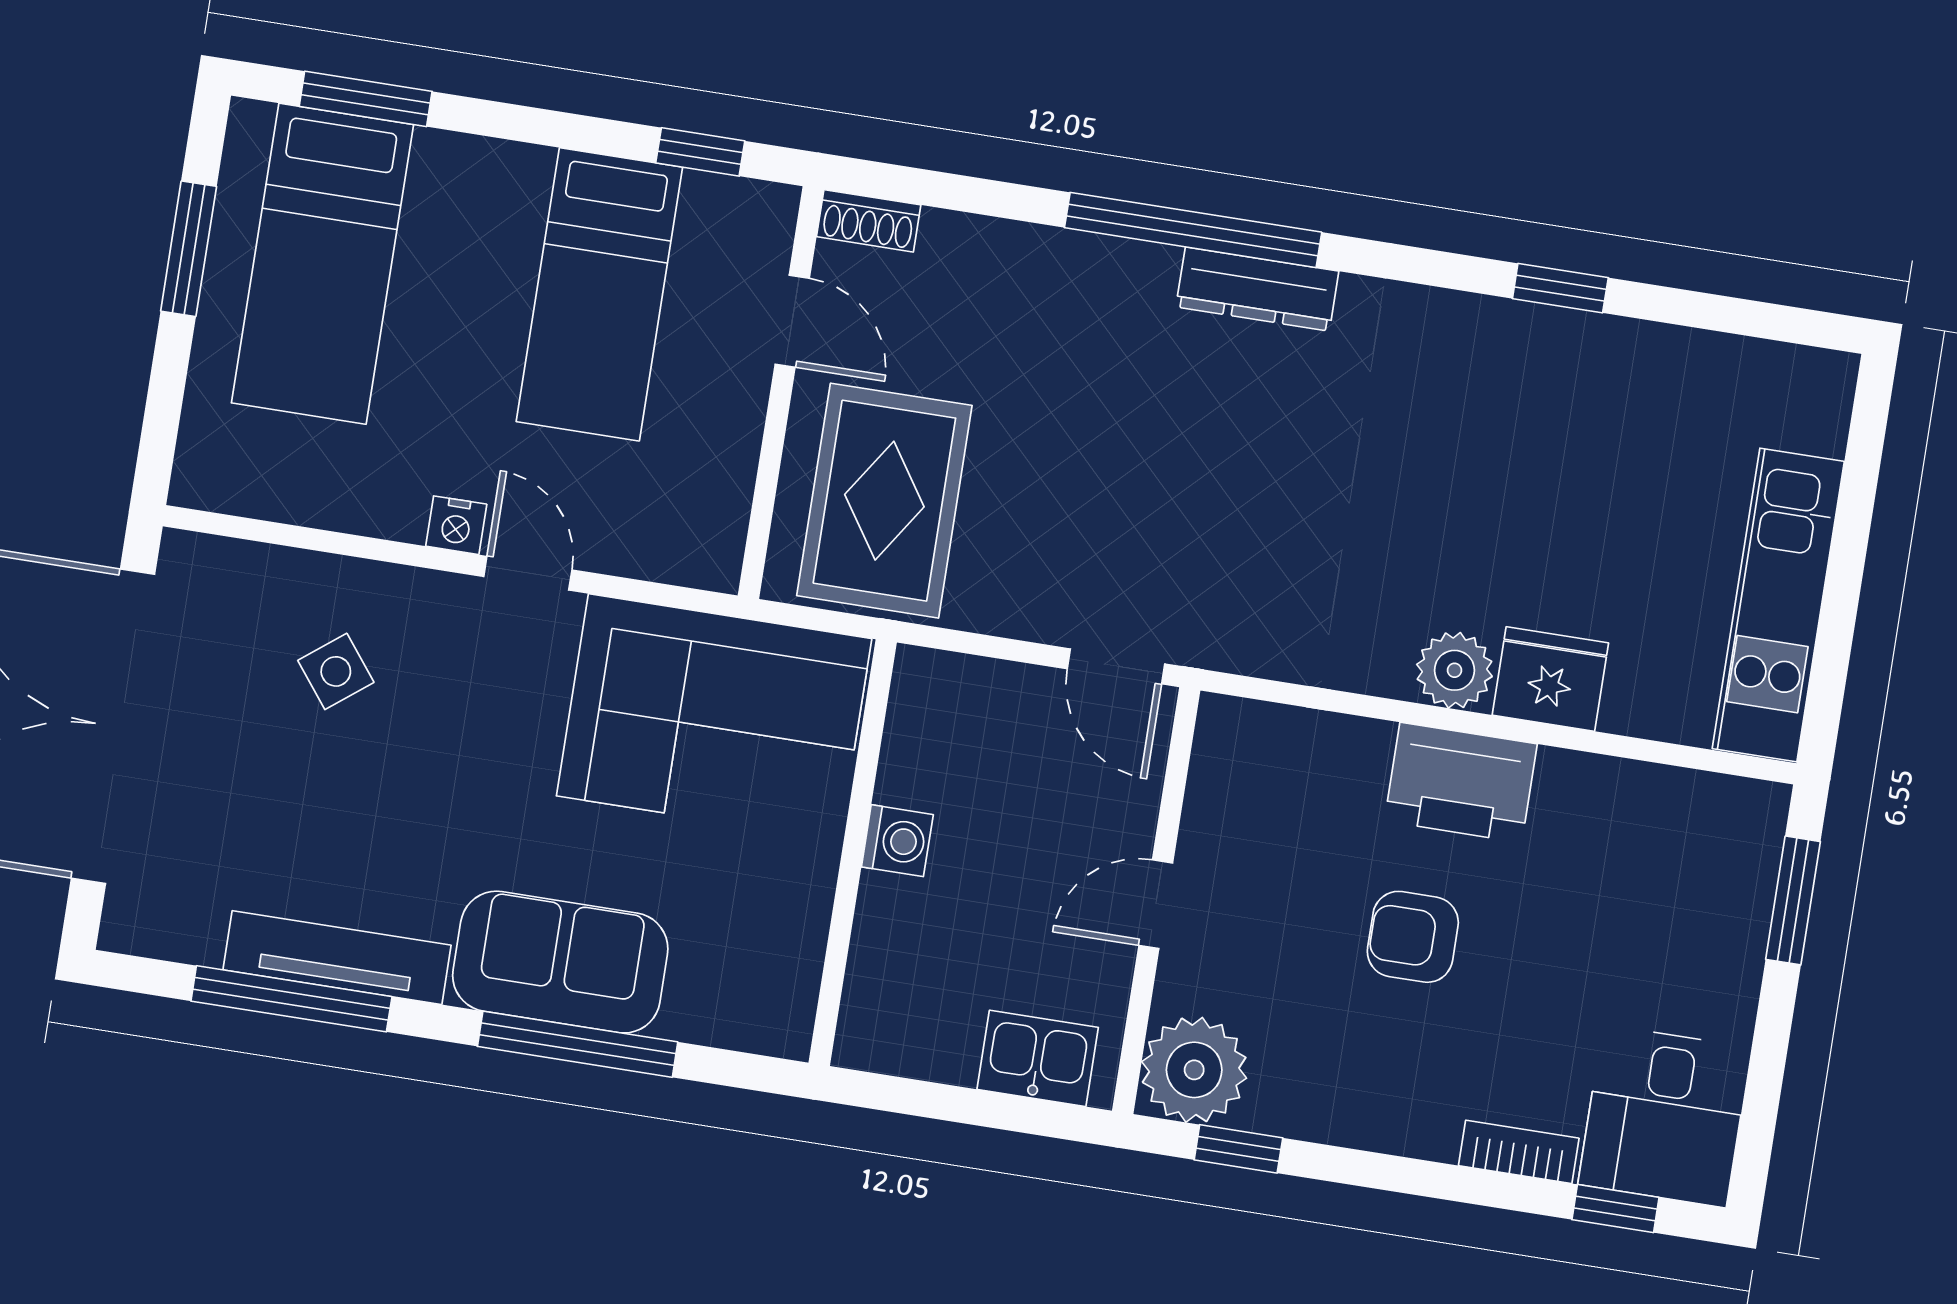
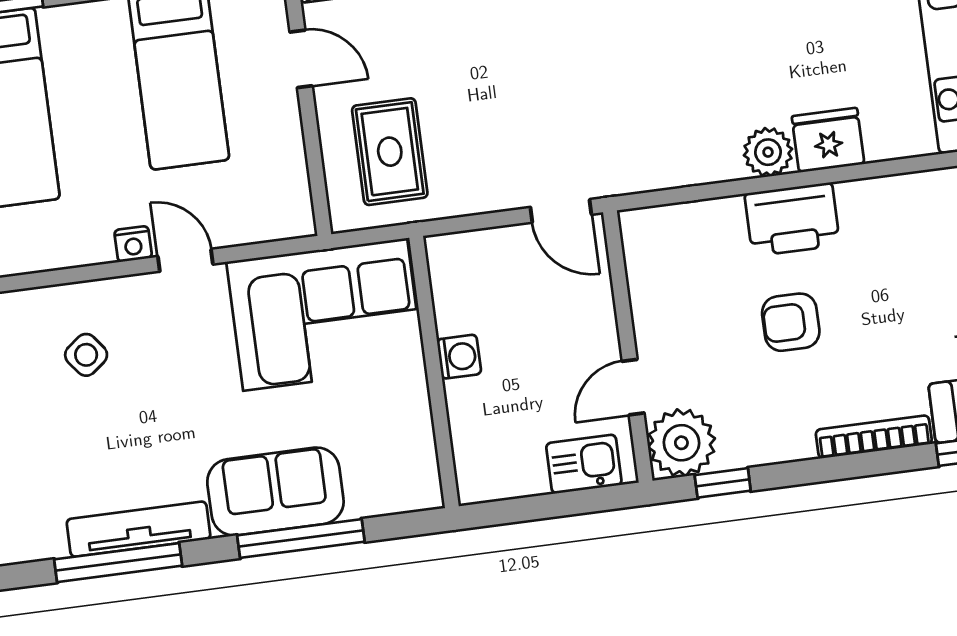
rug: (884, 501) -> (390, 152), width x0.73, depth x0.70
door: (1156, 904) -> (633, 387), moved
bookcase: (1519, 1152) -> (874, 437), width x1.56

